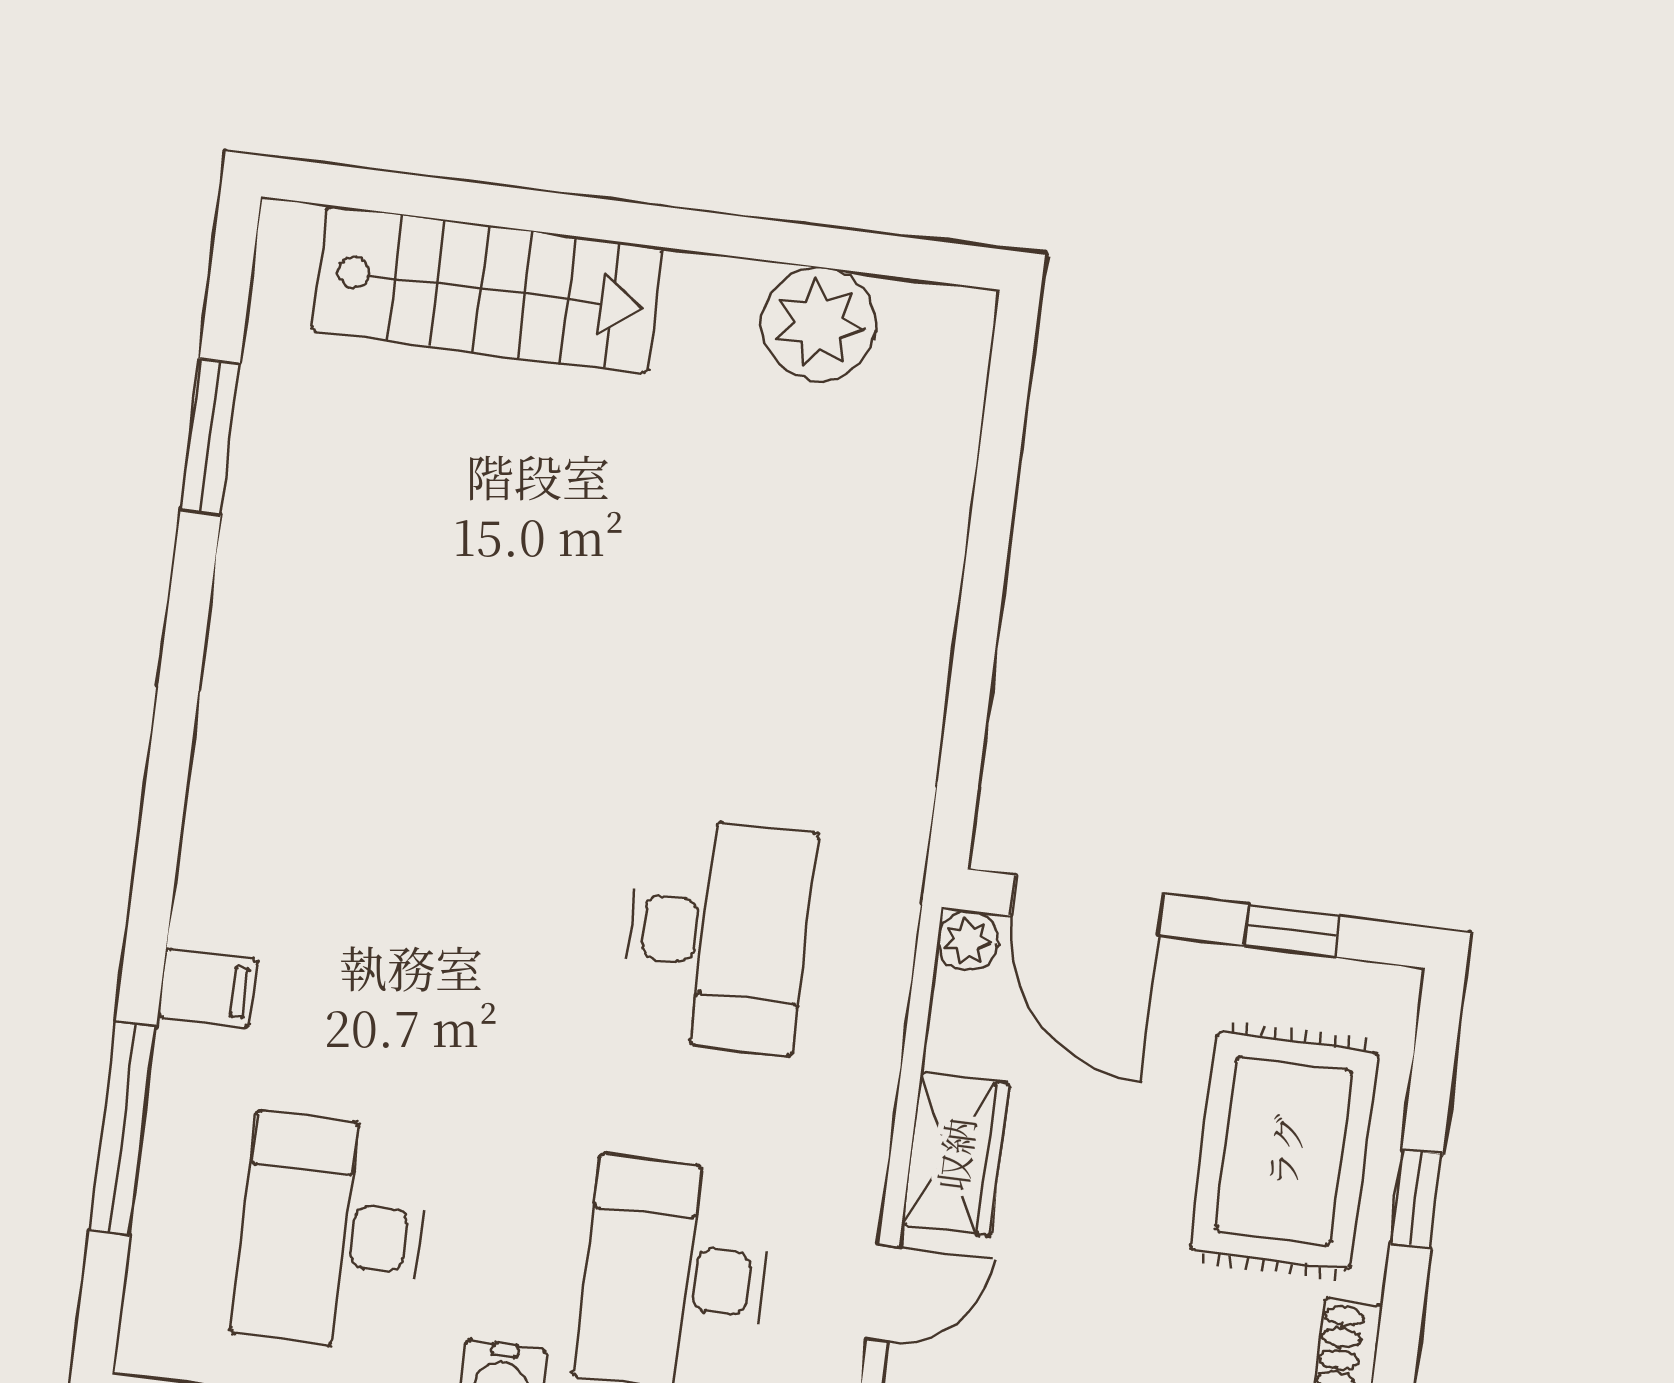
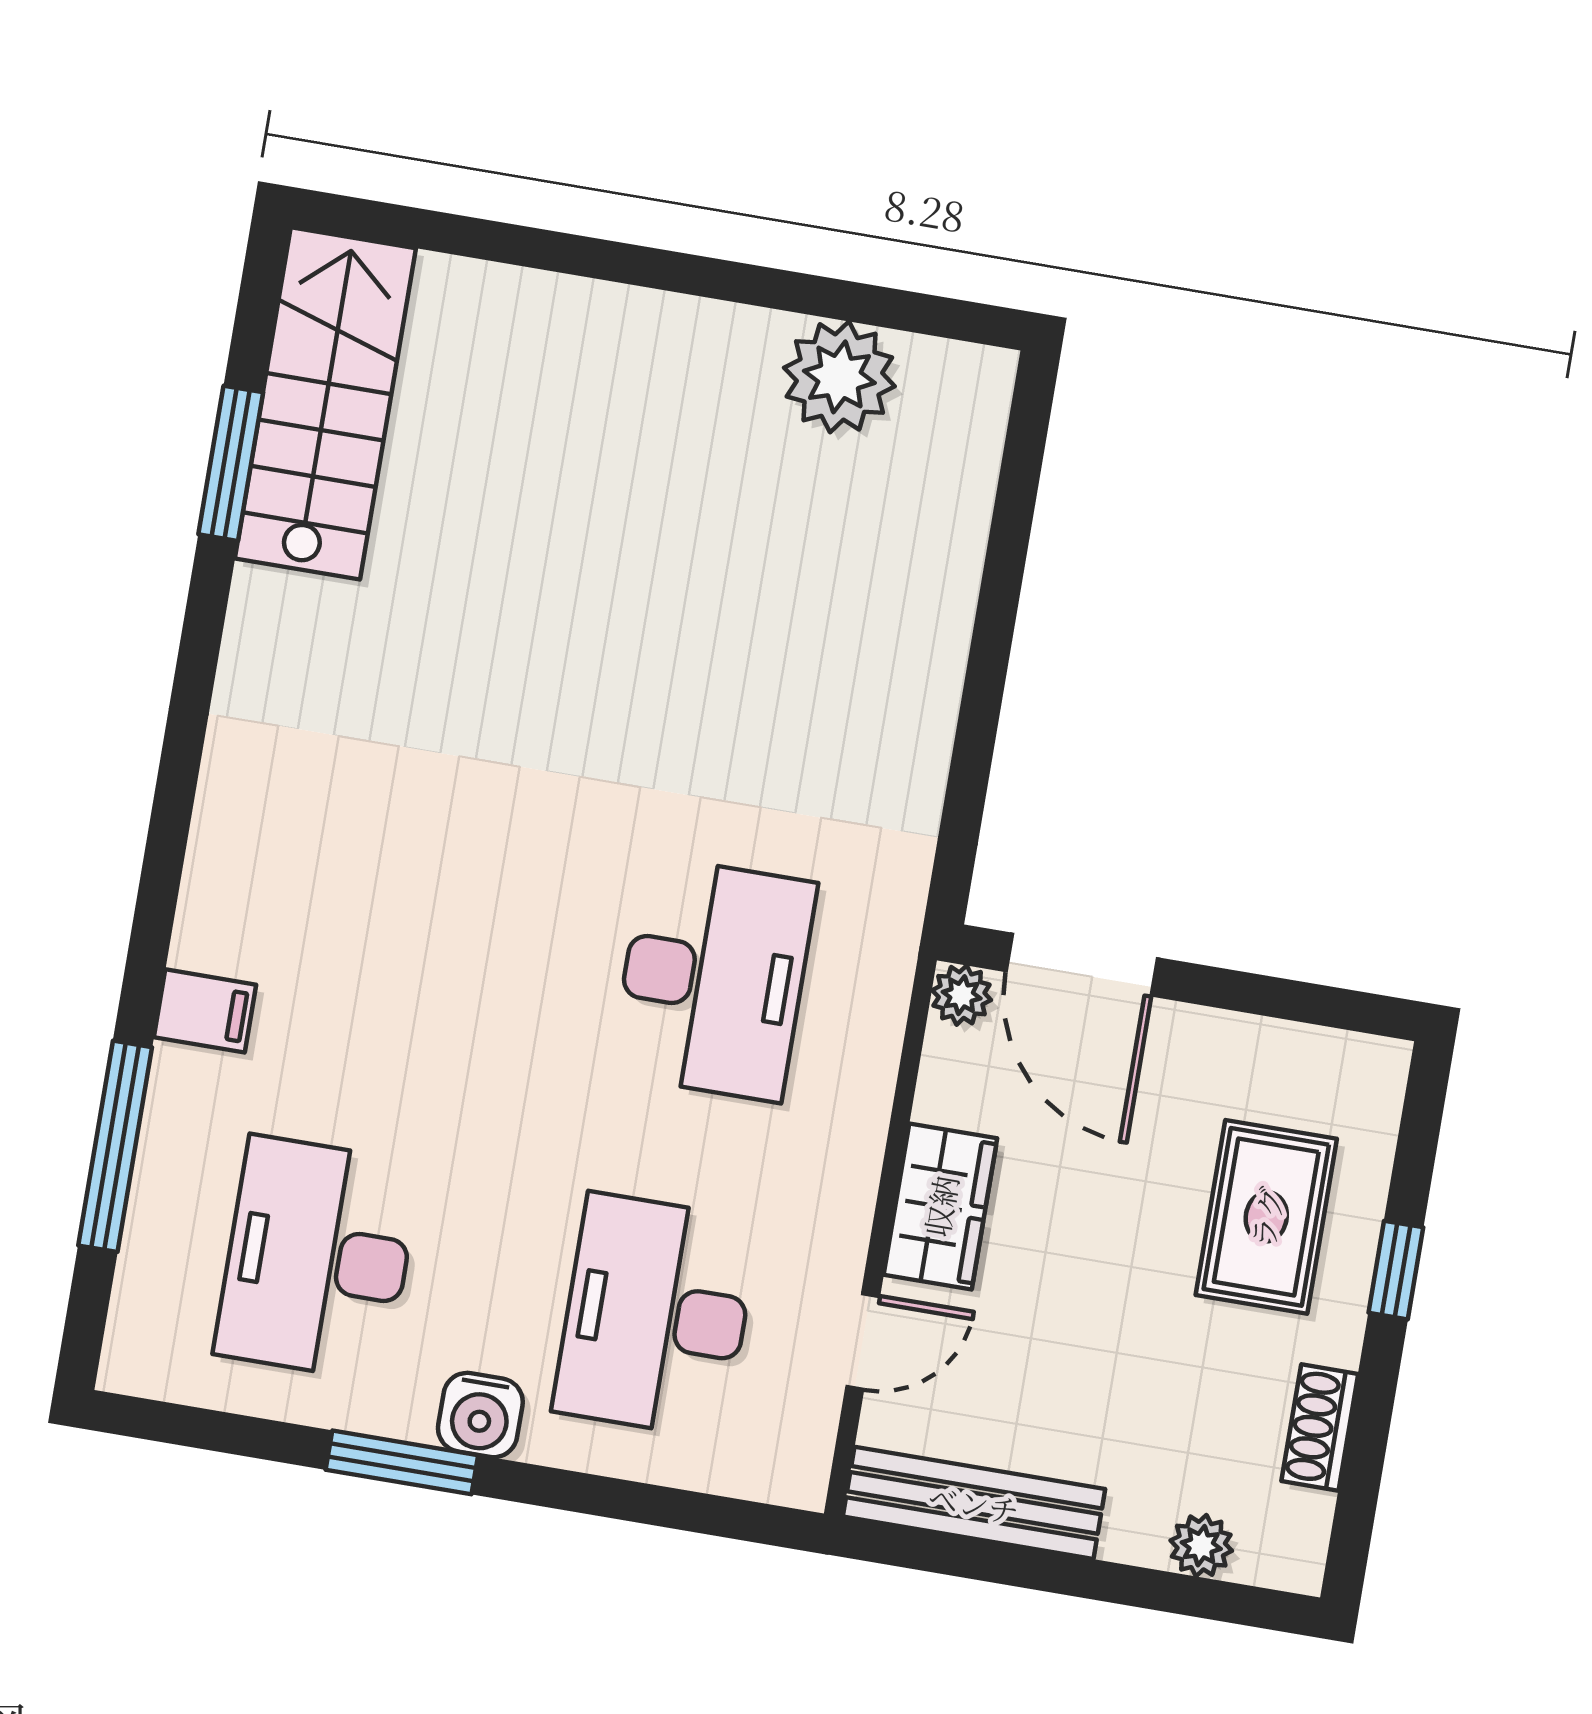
stairs: (488, 289) -> (325, 403), moved, turned -90
window: (1292, 931) -> (1284, 999), removed
rug: (1284, 1151) -> (1266, 1217), width x0.73, depth x0.70

